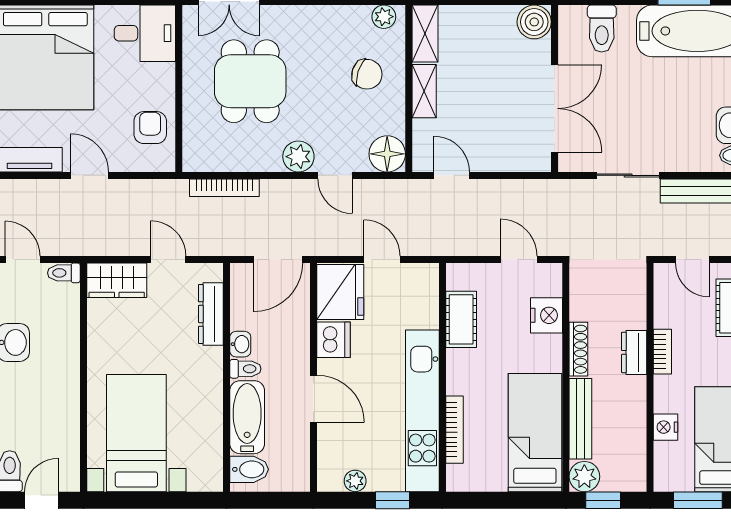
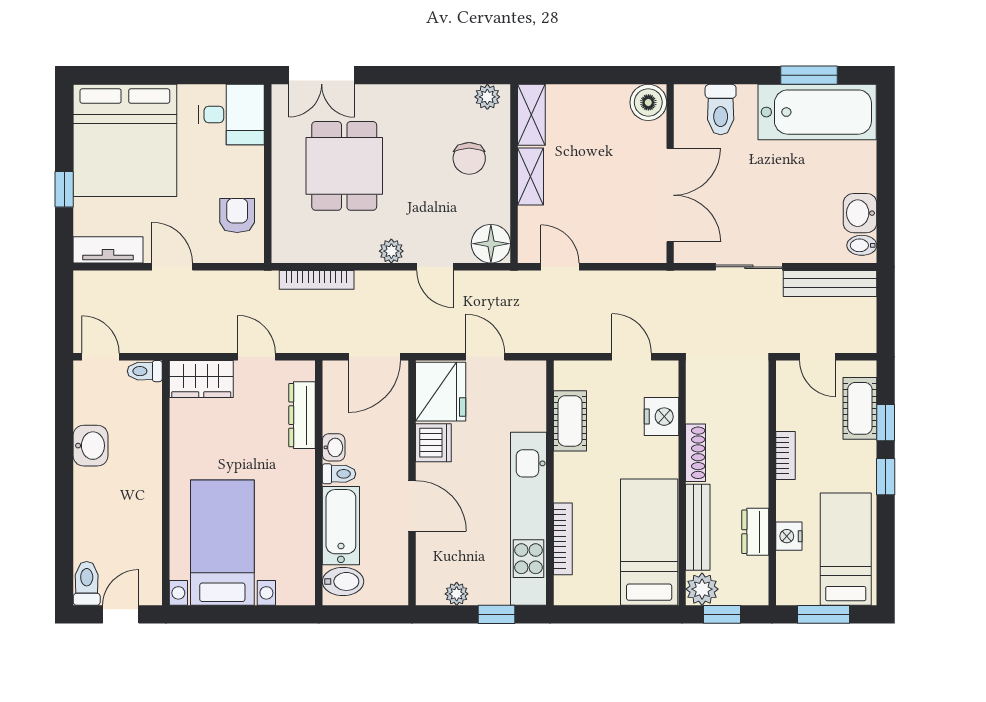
chair: (367, 74) -> (469, 158), turned 72
plant: (298, 157) -> (391, 251), width x0.73, depth x0.73
dresser: (634, 352) -> (755, 532), moved

